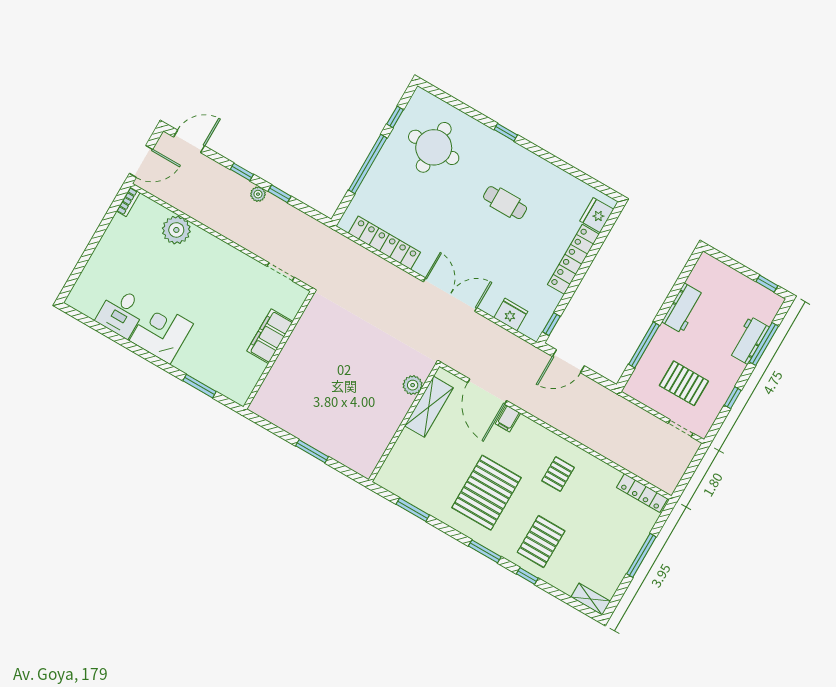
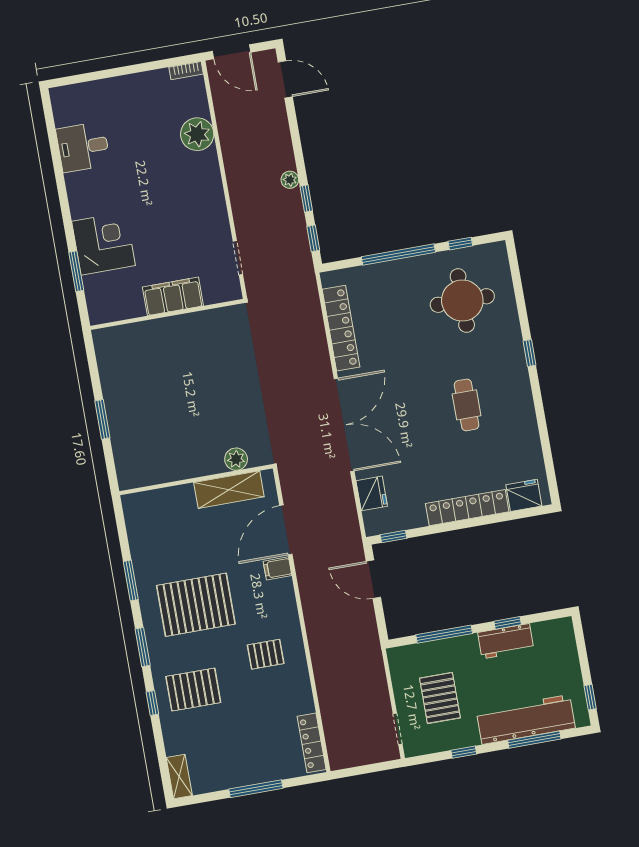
window: (242, 172) -> (313, 238), moved
double door: (450, 295) -> (344, 425), width x1.36
window: (672, 297) -> (508, 623), added
corner desk: (161, 332) -> (104, 243), moved
workbench: (749, 340) -> (526, 719), width x1.88, depth x1.32
window: (413, 510) -> (131, 581), moved

